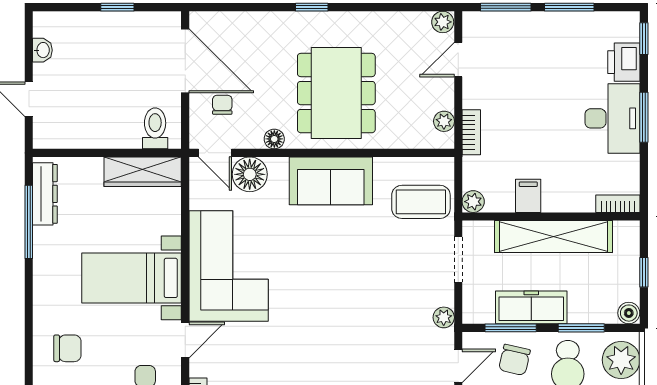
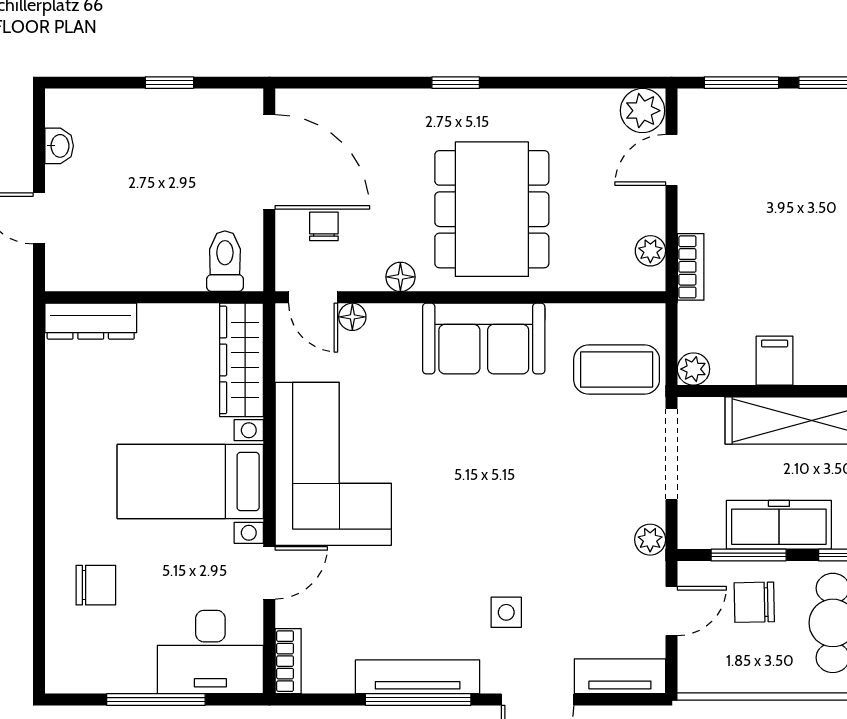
plant: (443, 22) -> (642, 111), width x1.38, depth x1.38
wardrobe: (143, 172) -> (242, 360), moved, turned 90
floor lamp: (250, 174) -> (352, 317), width x0.53, depth x0.53
dresser: (45, 194) -> (91, 321), moved, turned 90
window: (29, 222) -> (39, 399), removed
doorway: (458, 259) -> (671, 454), width x1.38
chair: (514, 360) -> (754, 602), turned 76
side table: (346, 367) -> (506, 612), added

